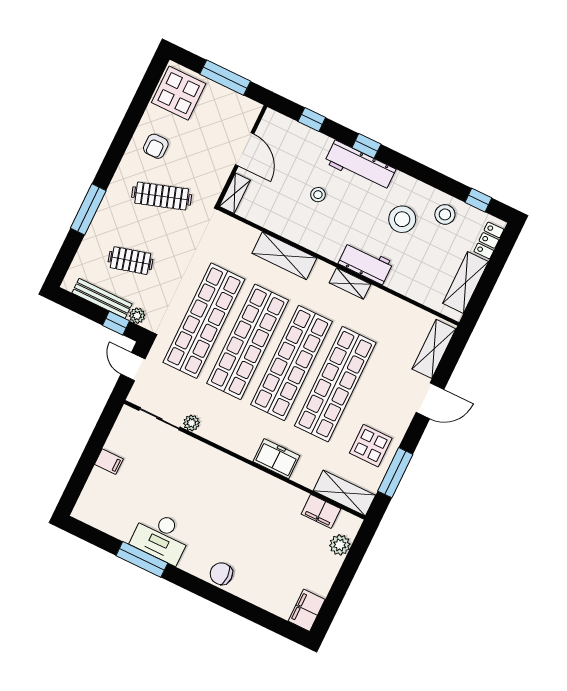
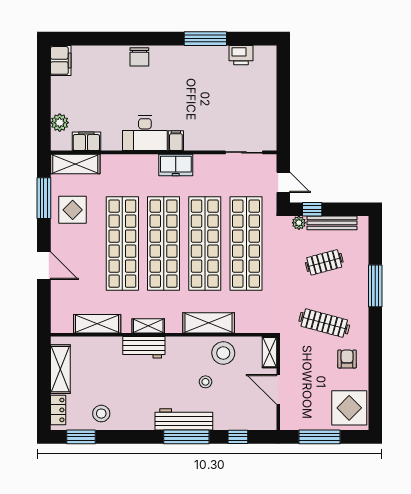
window: (366, 146) -> (186, 437), width x2.17
clothes rail: (162, 196) -> (324, 323), turned 33
window: (478, 200) -> (81, 437), width x1.50
stool: (402, 219) -> (223, 353), moved
shelving: (434, 349) -> (97, 324), moved, turned 90
door: (430, 401) -> (44, 266), swing flipped
plant: (191, 423) -> (218, 161), removed
freezer: (276, 459) -> (176, 165), moved
filing cabinet: (109, 462) -> (176, 141), moved, turned 90
printer: (112, 523) -> (241, 55), added
desk: (161, 537) -> (145, 133), moved, turned 180
chair: (221, 574) -> (139, 57), turned 90

